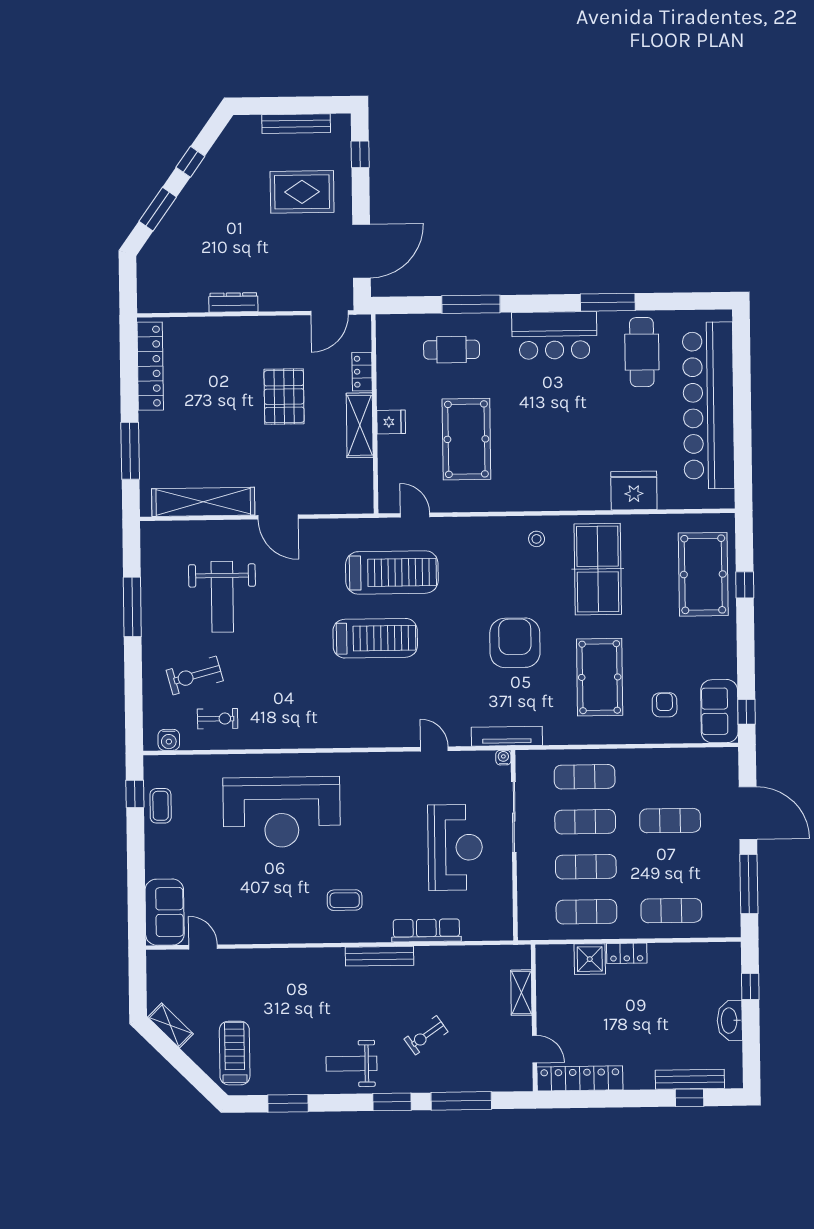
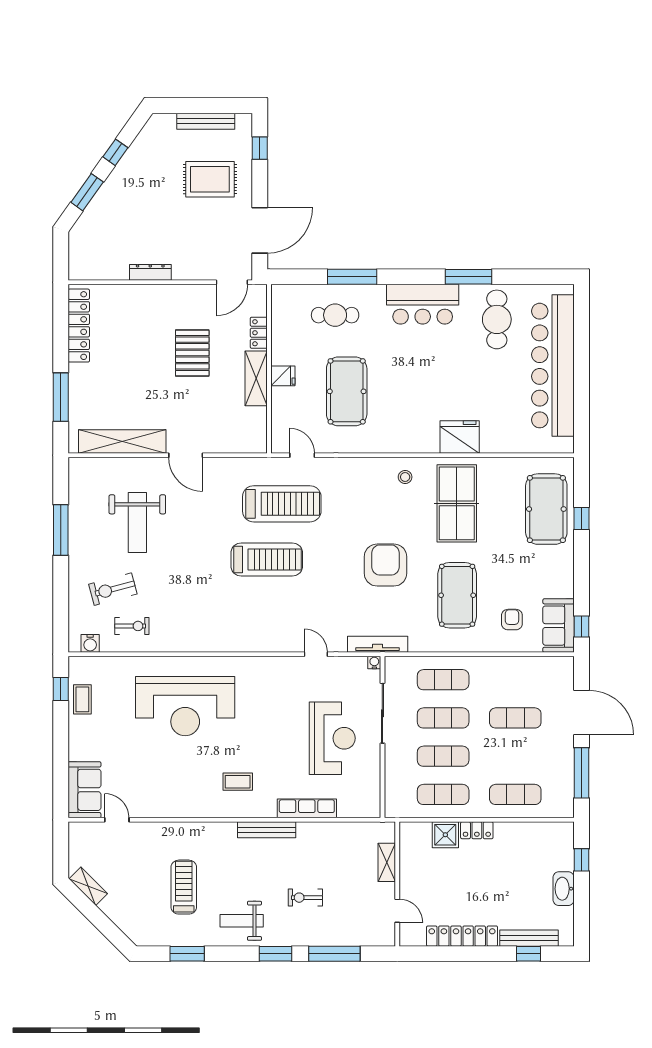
fridge: (634, 491) -> (460, 437), moved
exercise bike: (426, 1035) -> (305, 898), turned 35
treadmill: (235, 1053) -> (184, 887), moved
locker: (580, 1078) -> (462, 936), moved

